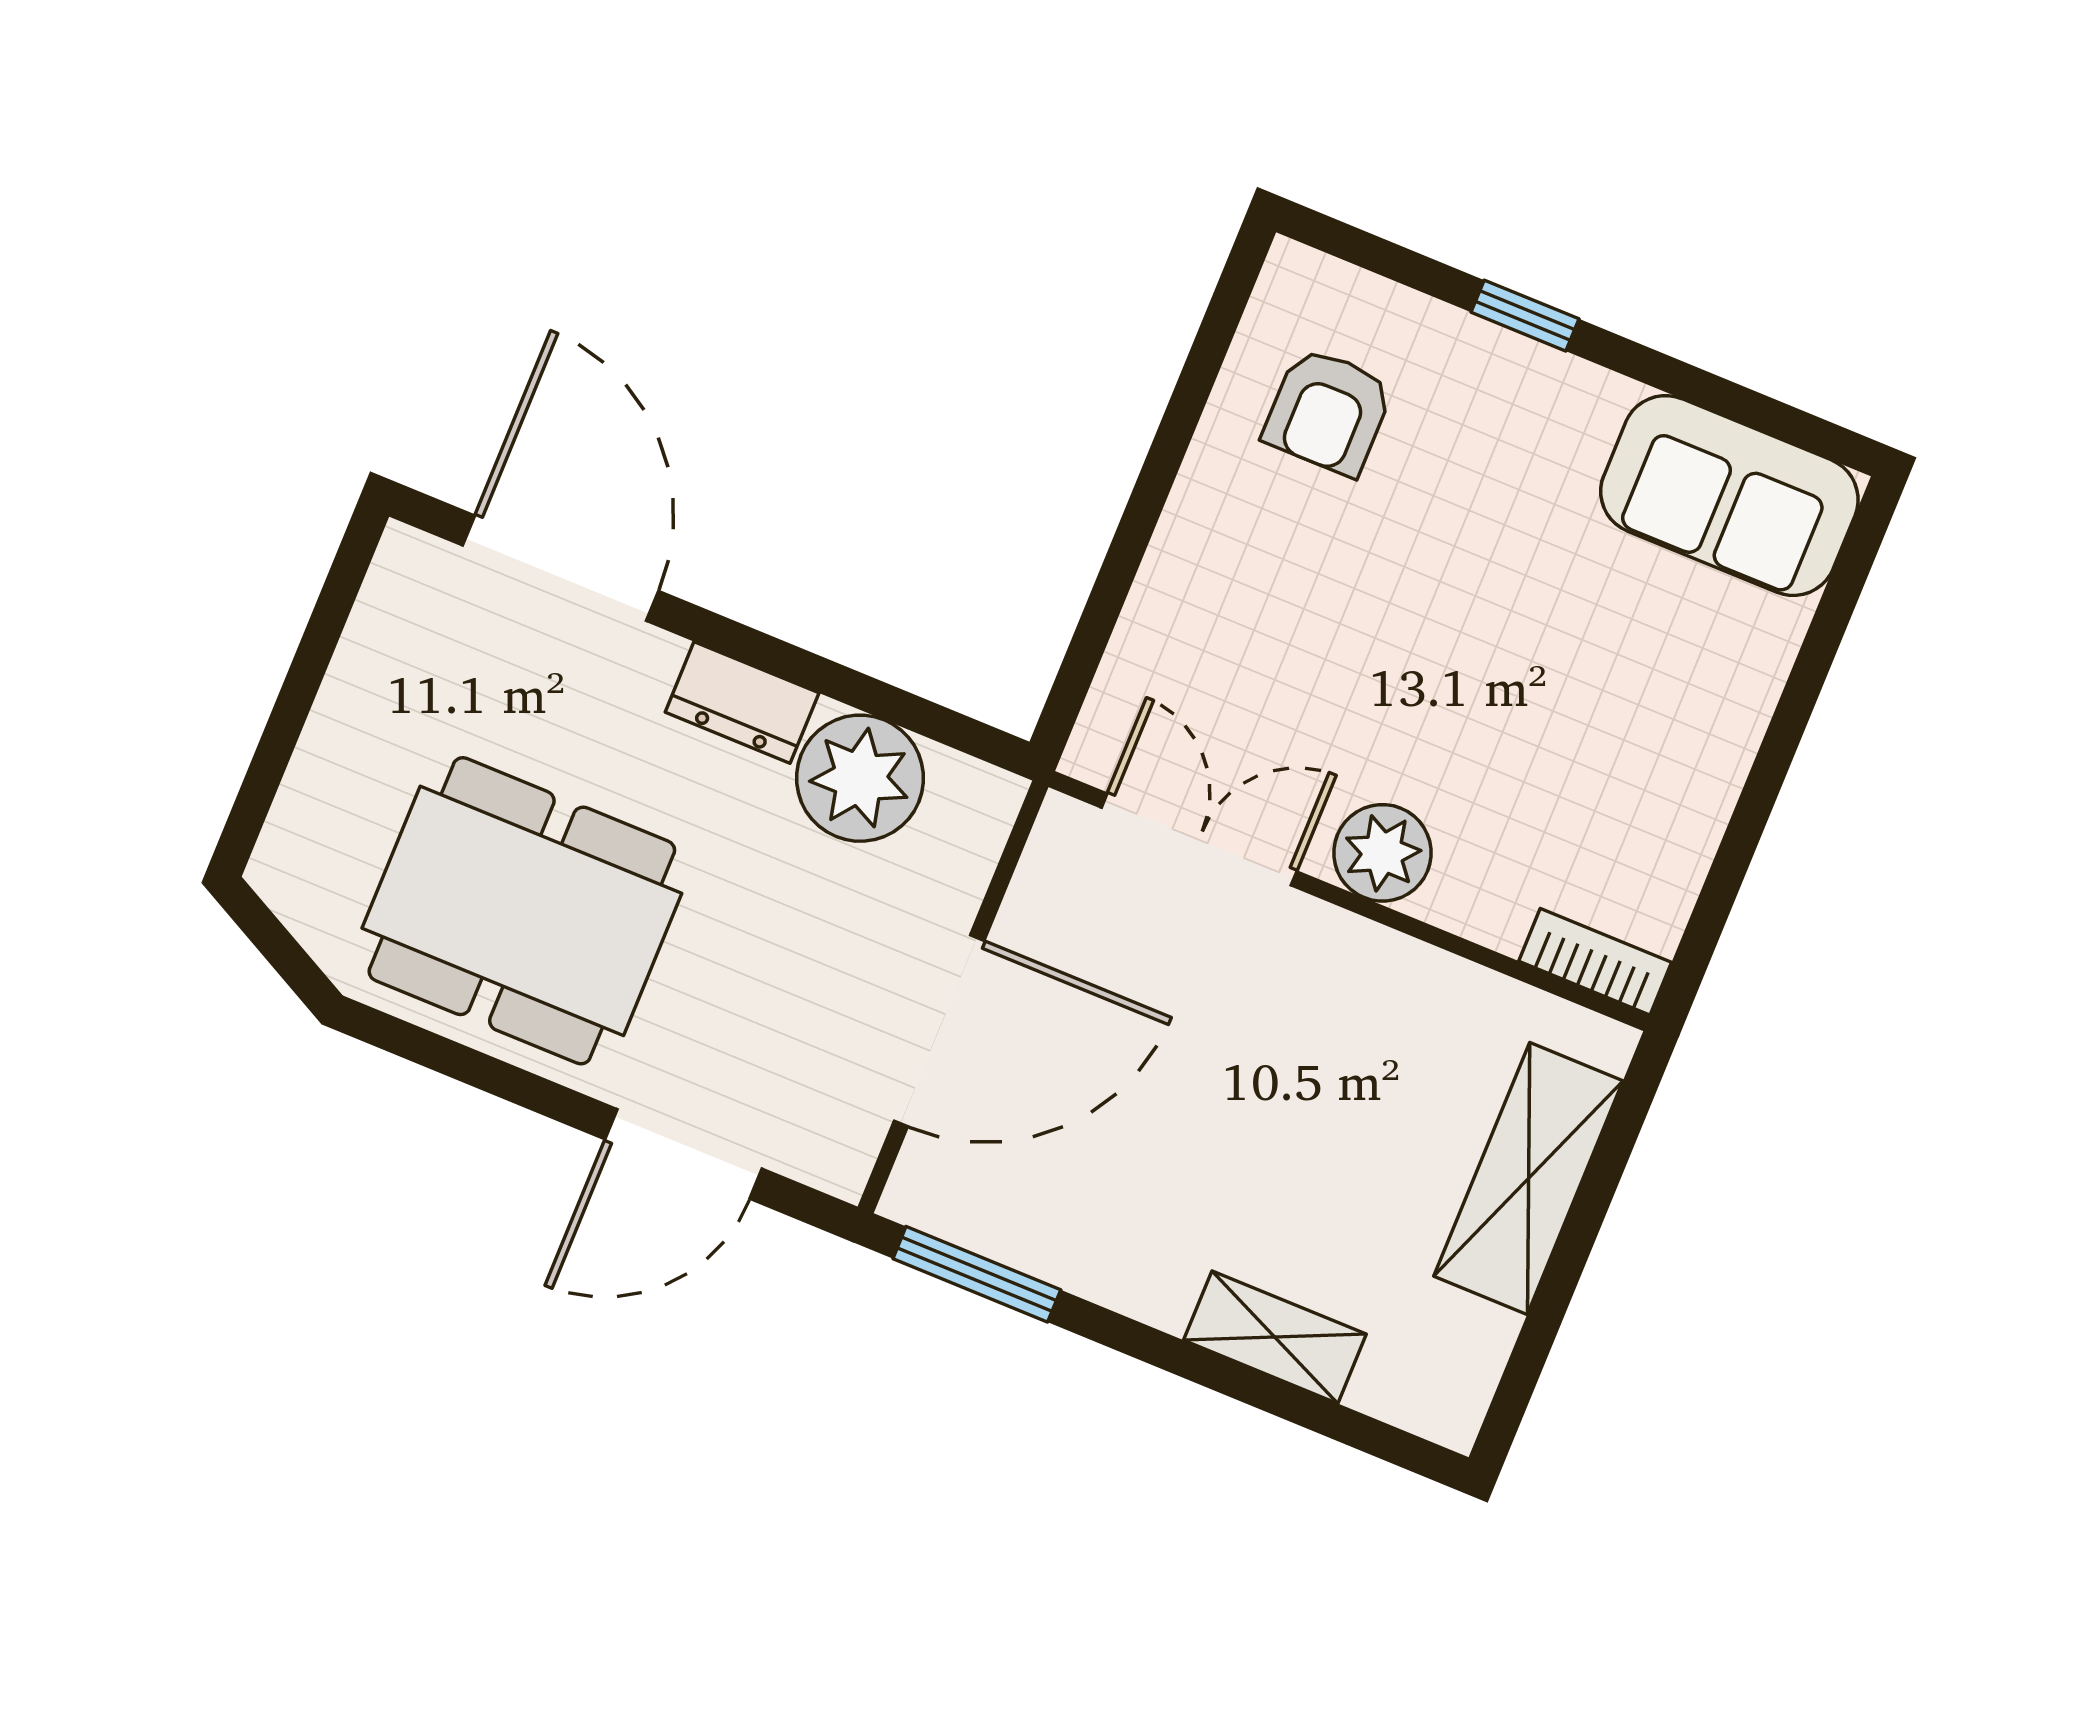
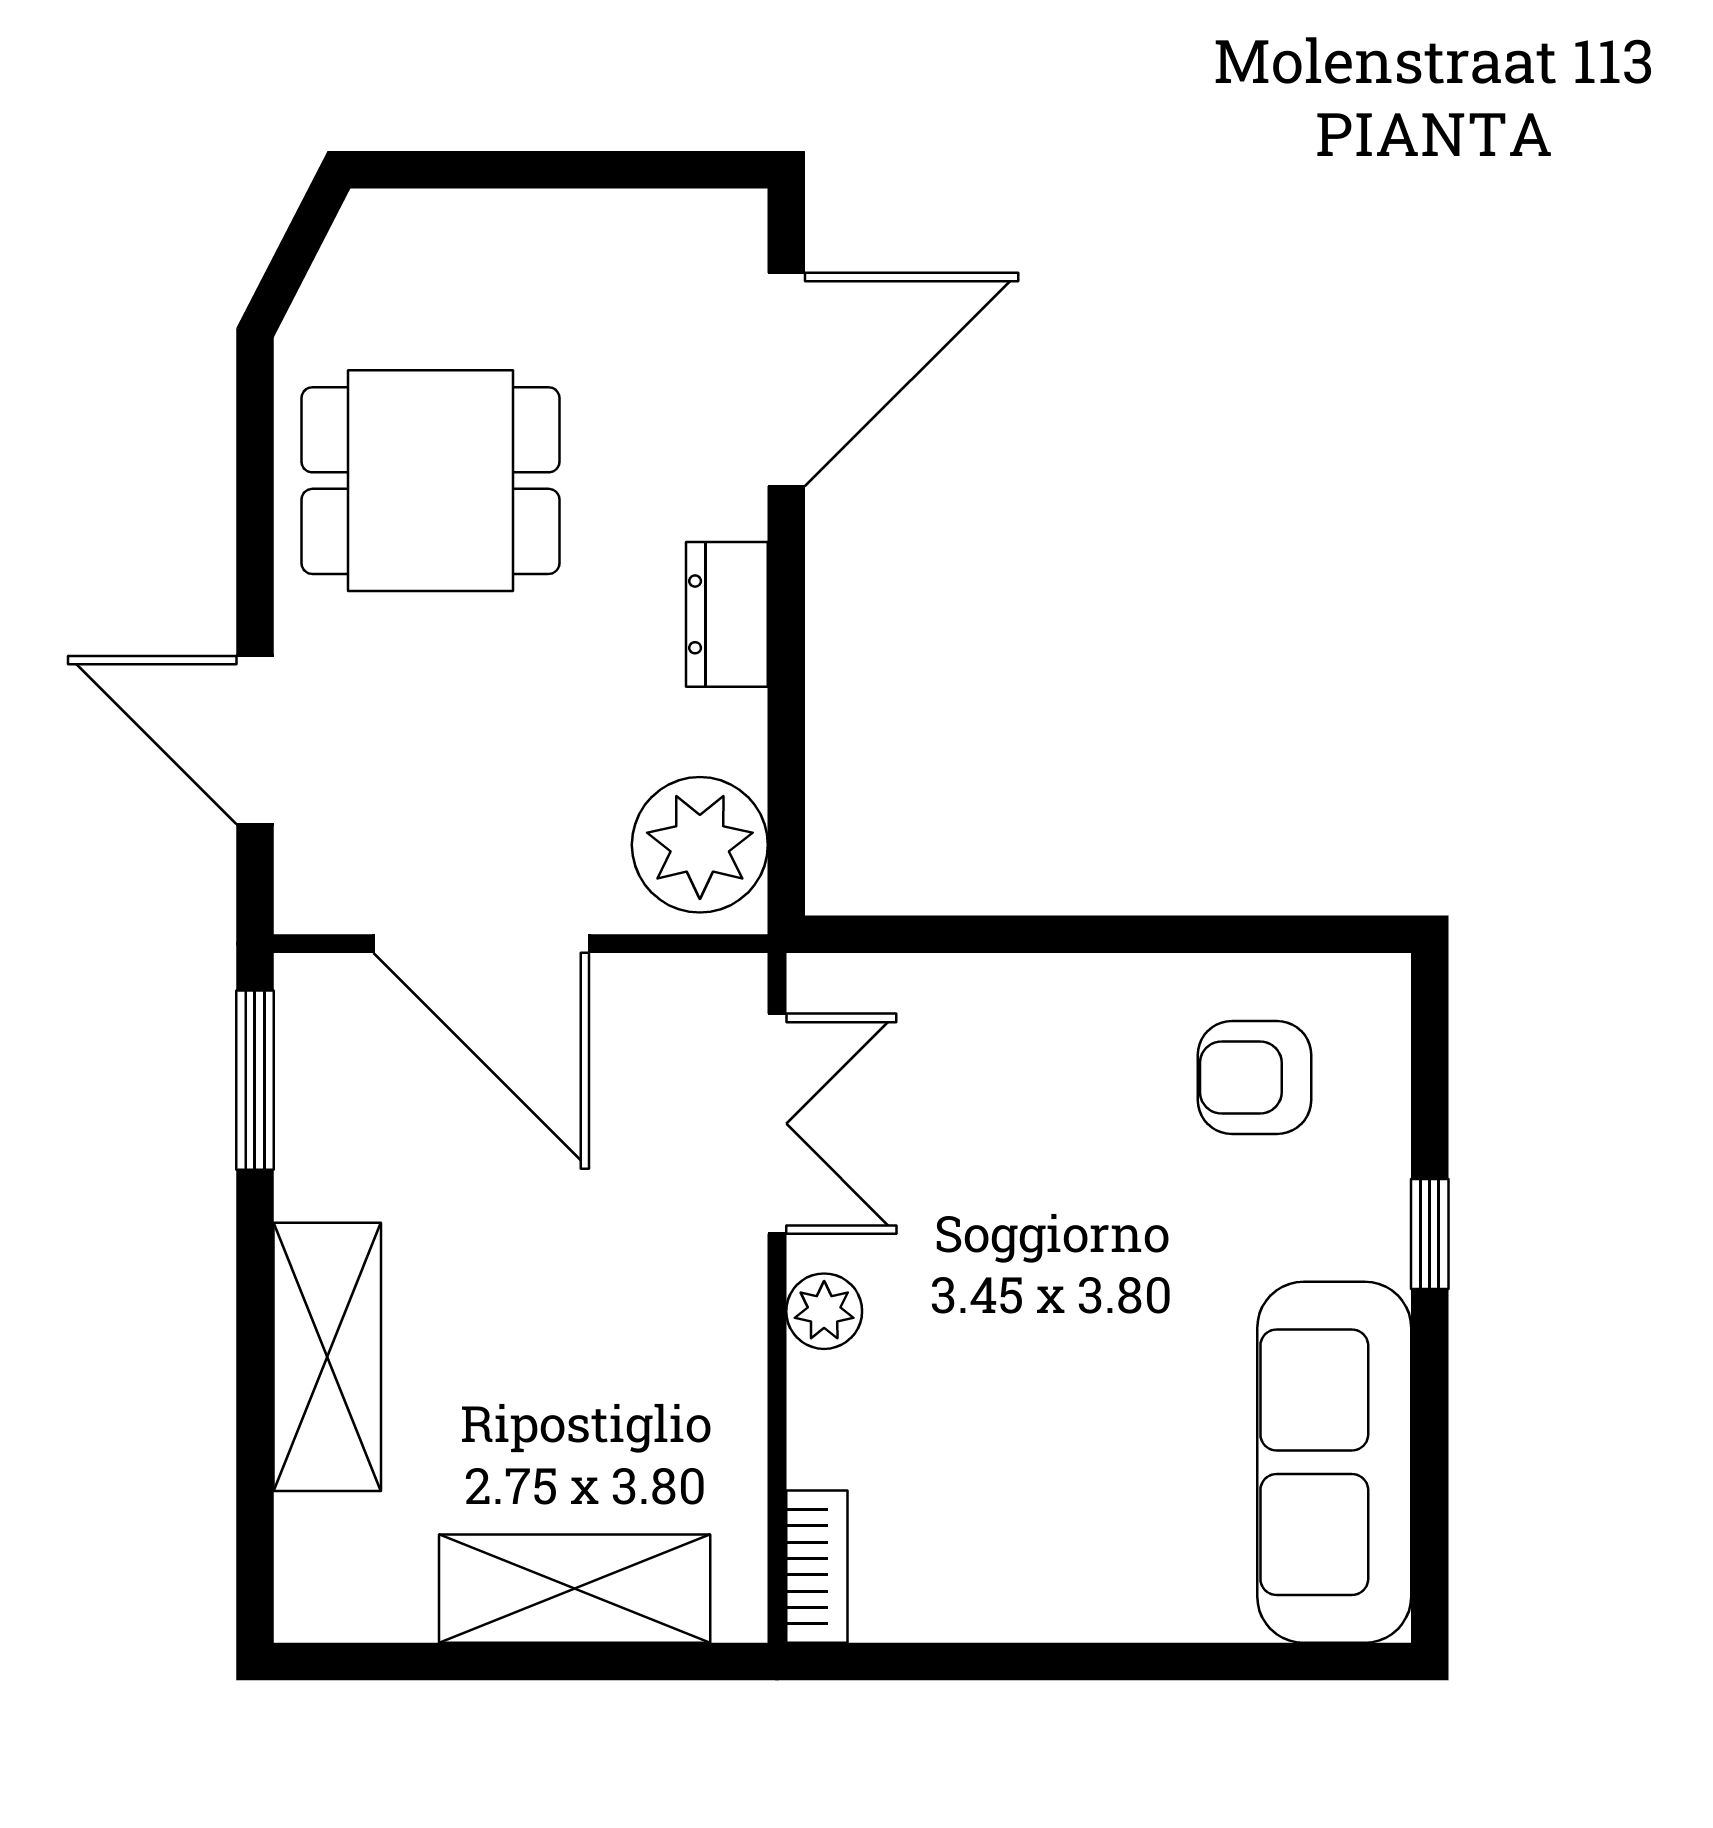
sofa: (1729, 496) -> (1334, 1462), width x1.36
plant: (860, 778) -> (700, 845), moved
plant: (1382, 853) -> (824, 1311), width x0.73, depth x0.73
dining table: (522, 911) -> (430, 481), width x0.73
shelving: (1275, 1337) -> (327, 1357), width x1.50, depth x1.33

